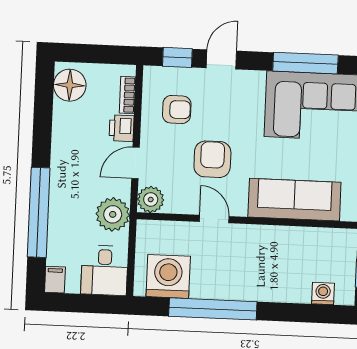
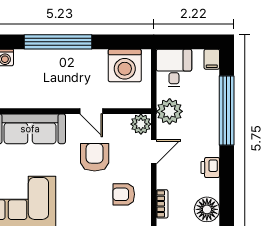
printer: (122, 128) -> (210, 167), moved, turned 180
armchair: (212, 159) -> (95, 157), turned 180
window: (213, 309) -> (58, 42), moved

